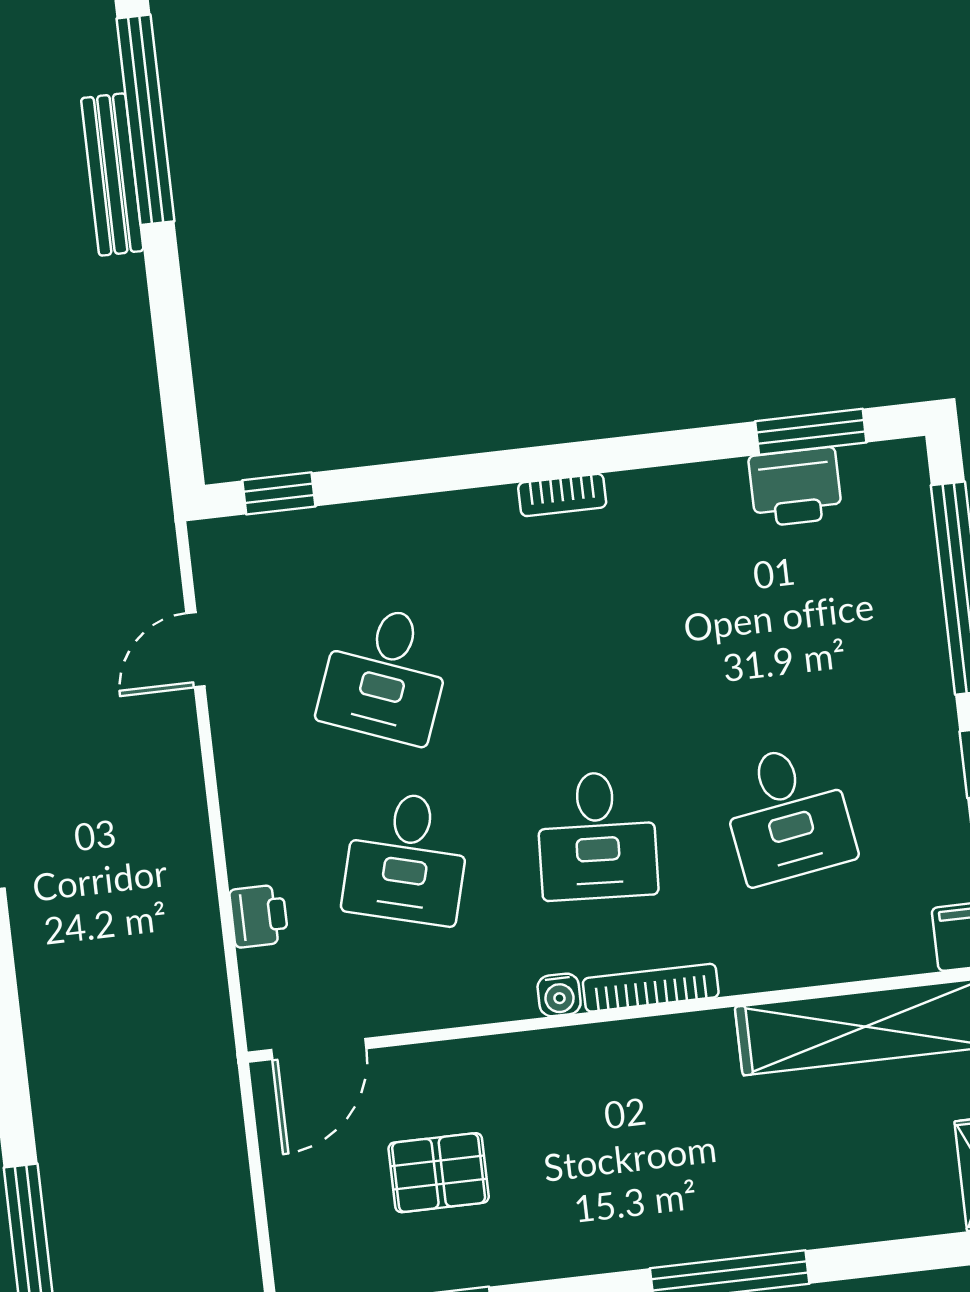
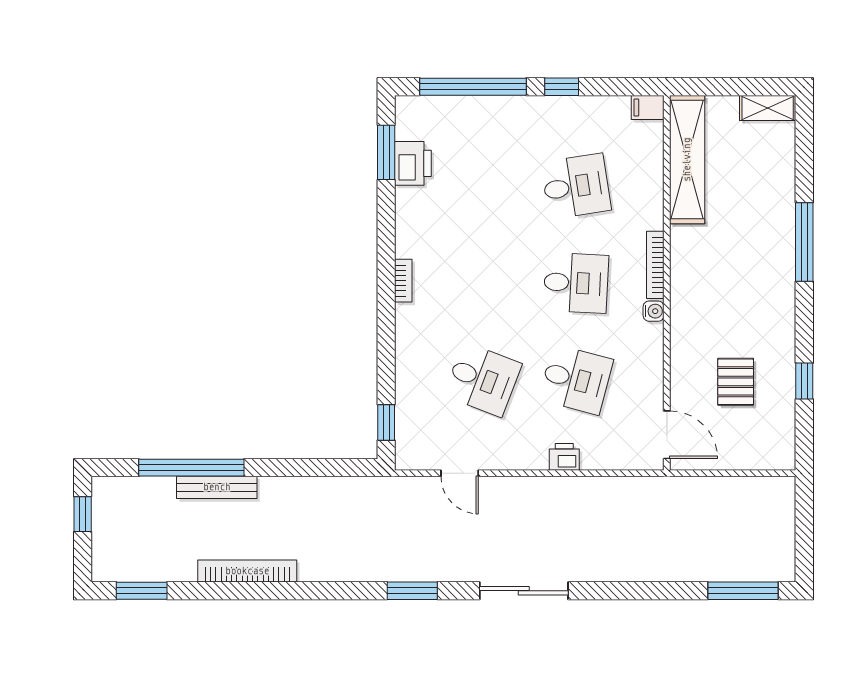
printer: (259, 916) -> (564, 457), moved

